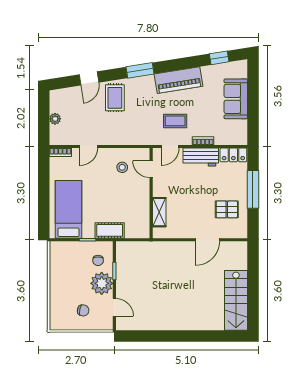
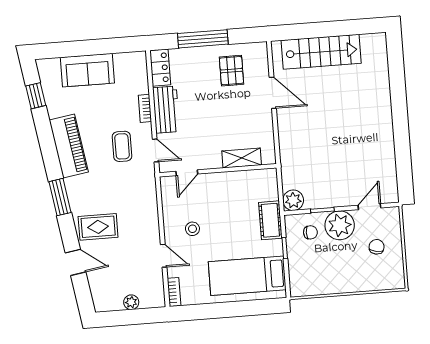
stool: (122, 167) -> (192, 229), moved
plant: (124, 249) -> (293, 200), added
stairs: (236, 300) -> (321, 52), moved

